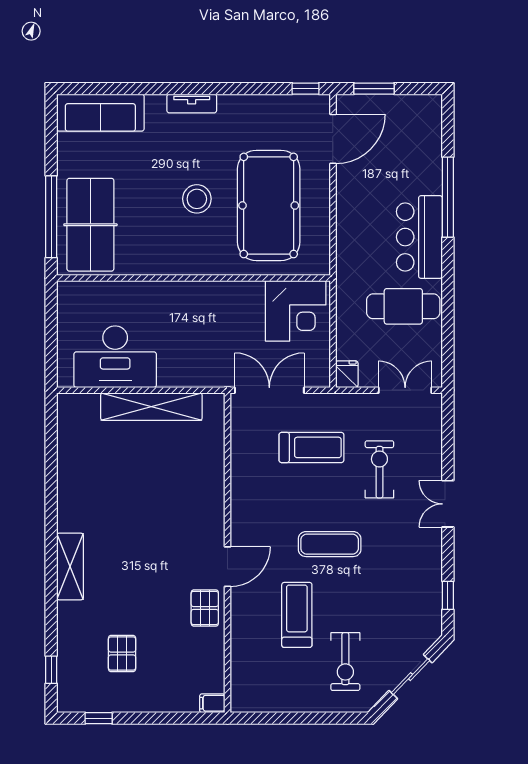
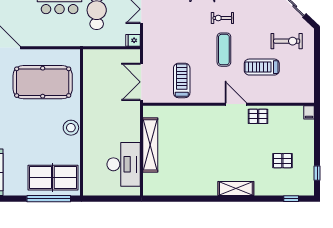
stool: (197, 199) -> (71, 128), moved
corner desk: (296, 311) -> (99, 68), removed
treadmill: (311, 447) -> (182, 80), moved
exercise bike: (379, 469) -> (222, 18), moved, width x0.73, depth x0.72

